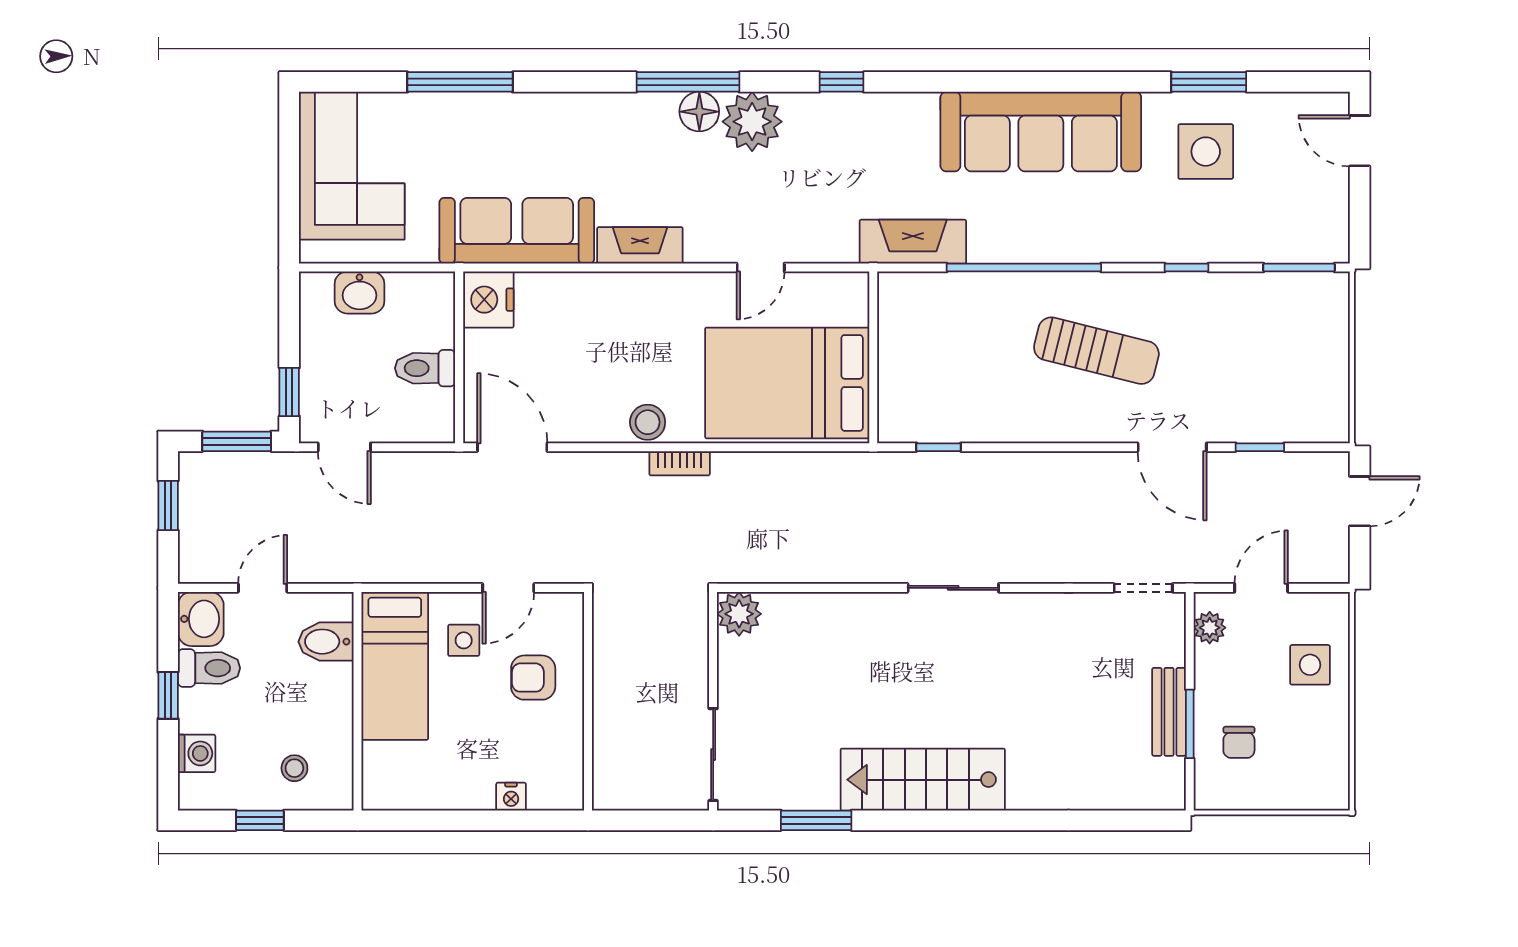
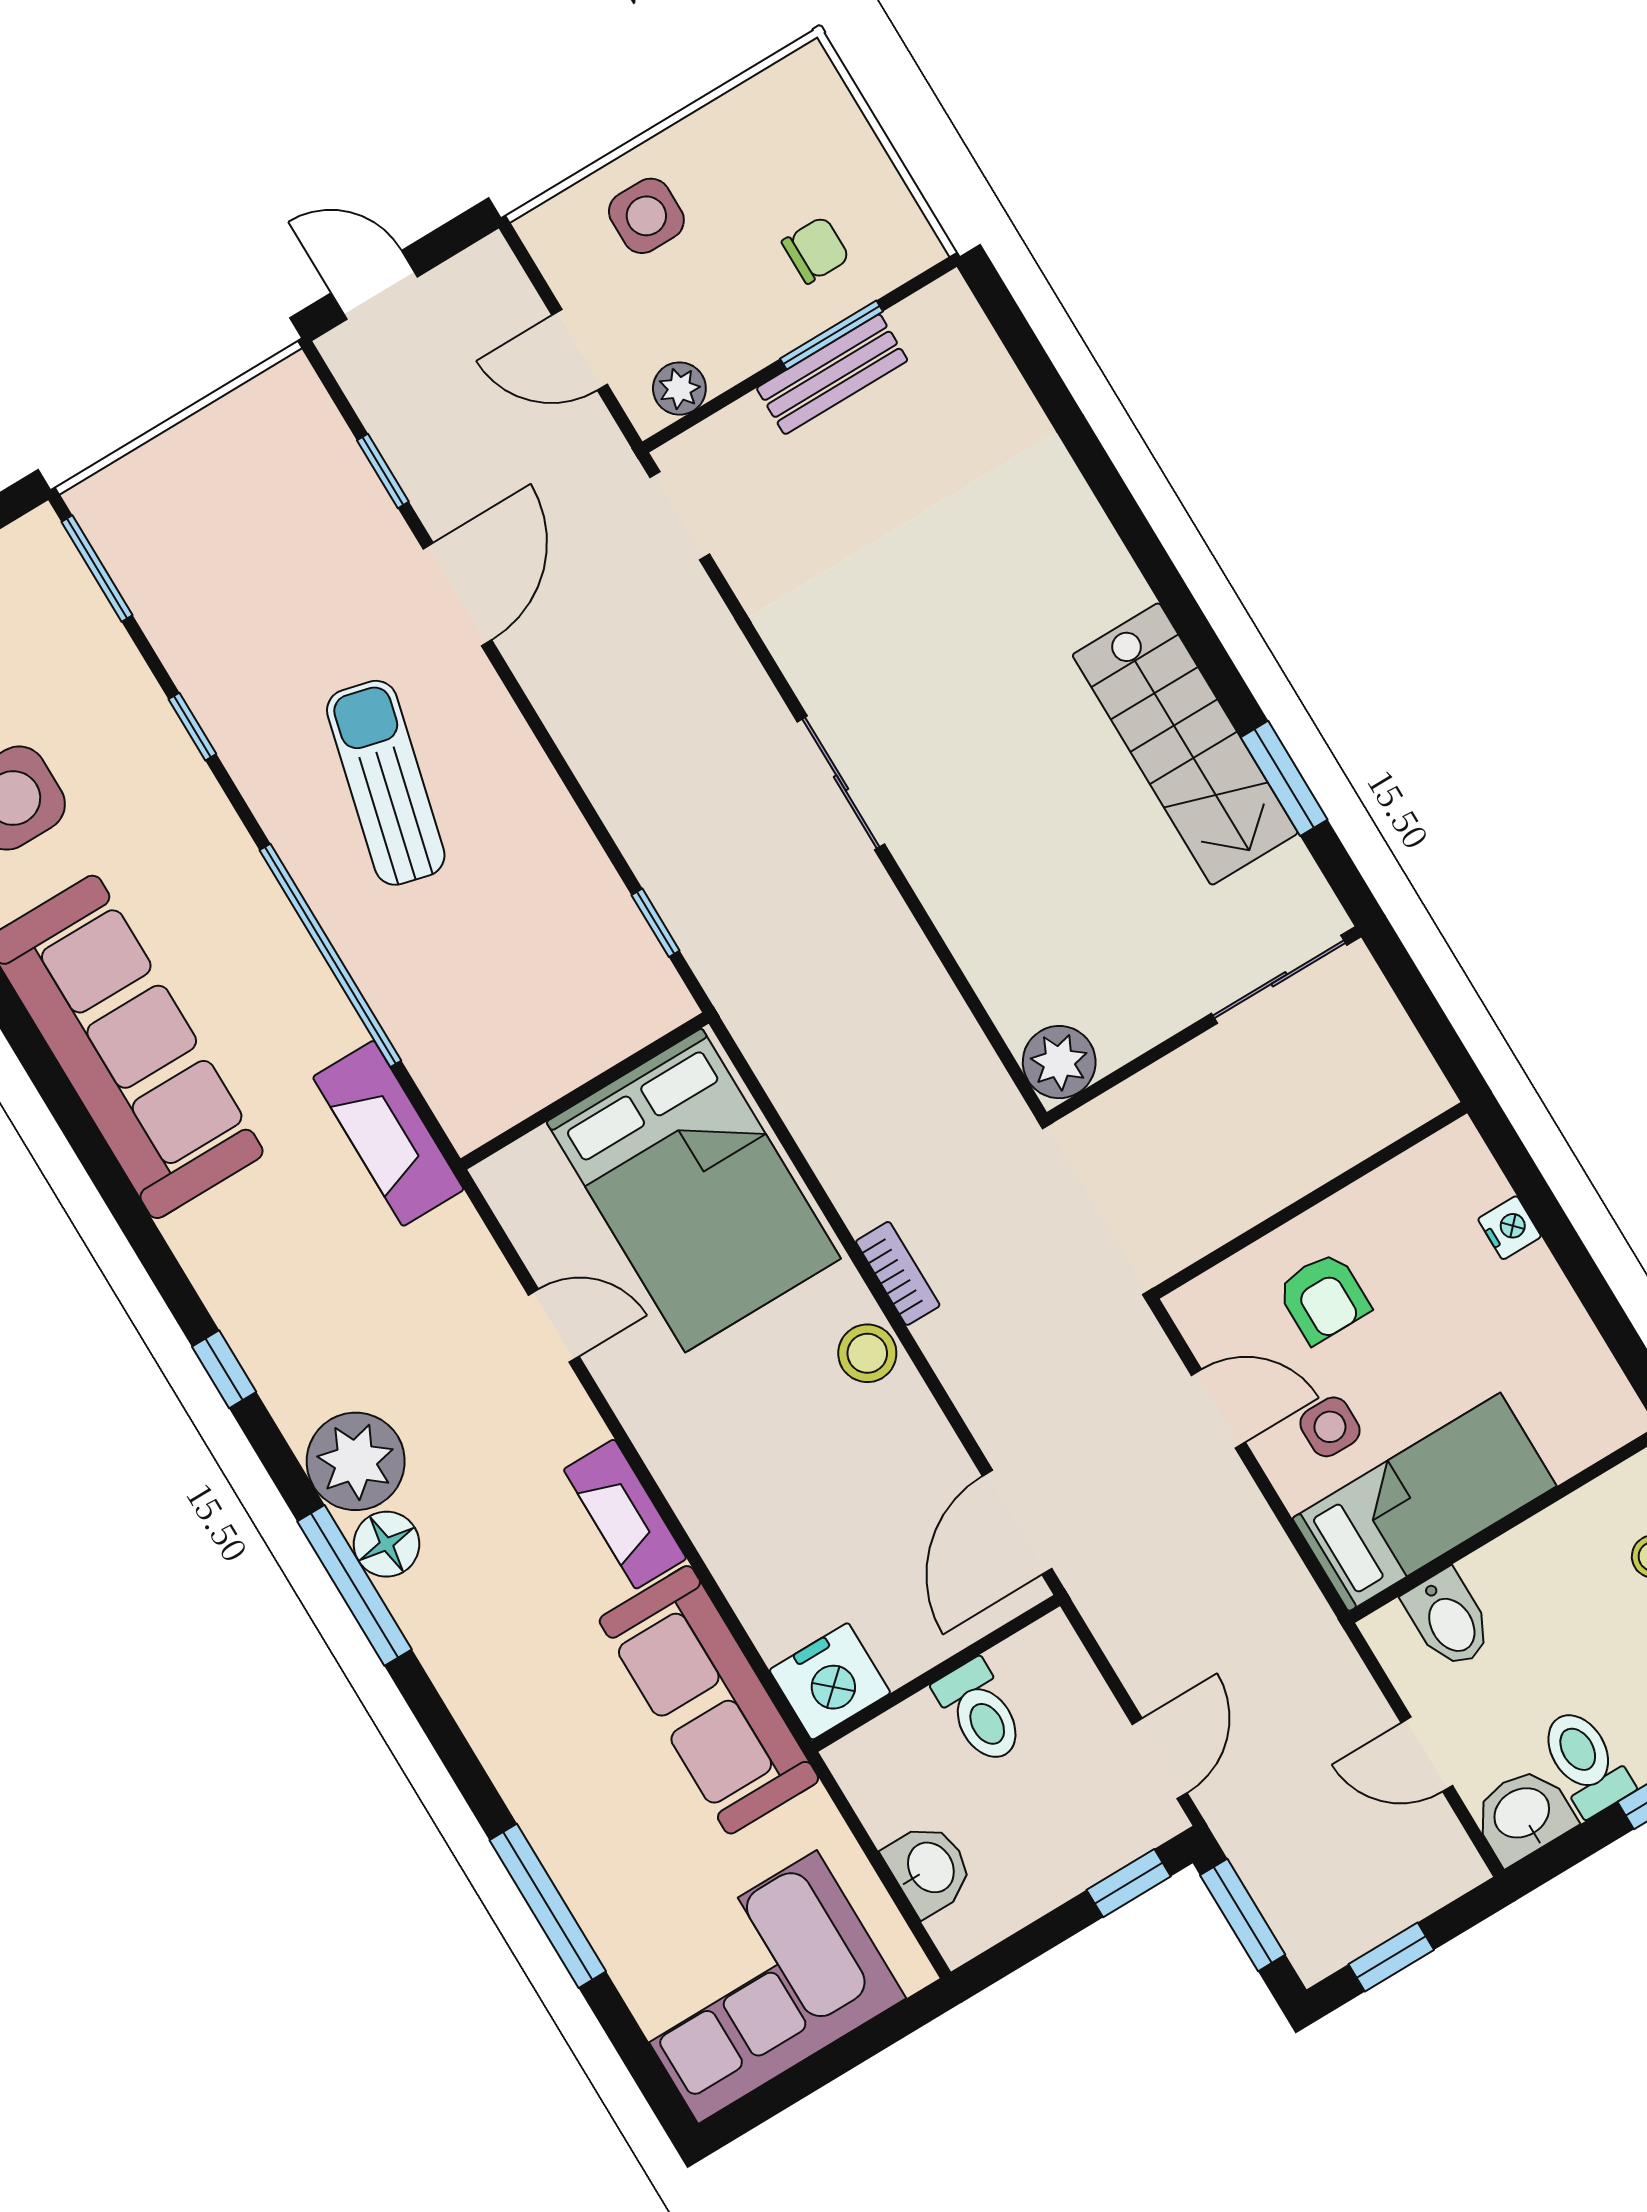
stairs: (923, 780) -> (1185, 744), moved

